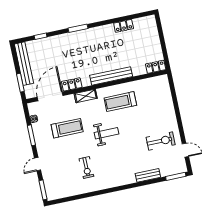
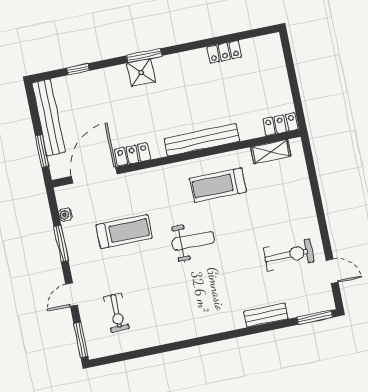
shower: (76, 38) -> (141, 73), added
shelving: (86, 96) -> (271, 152), moved
exercise bike: (86, 168) -> (117, 313), moved

